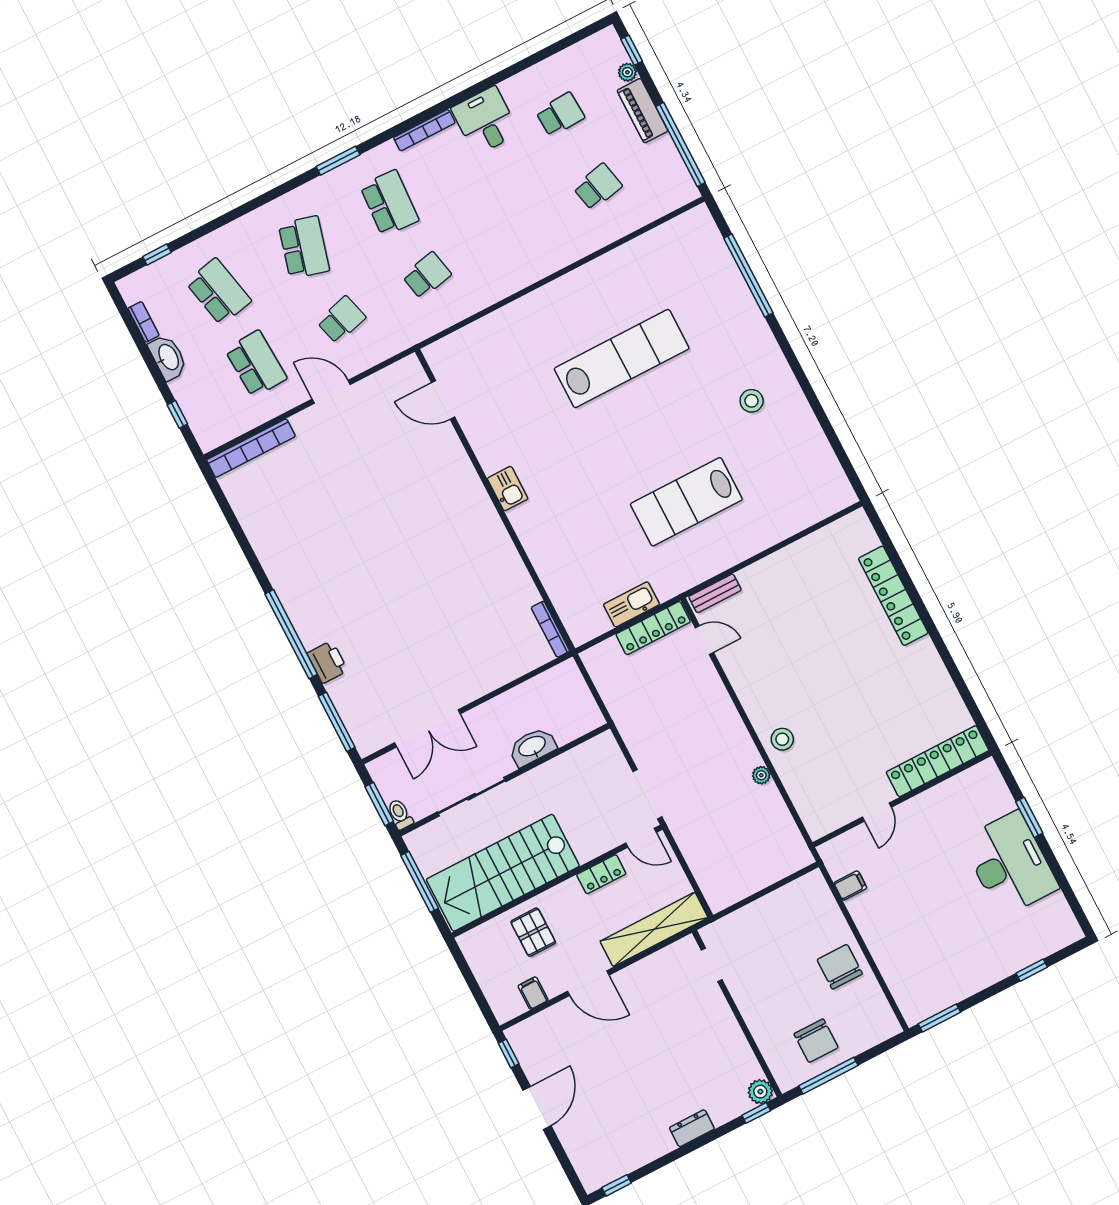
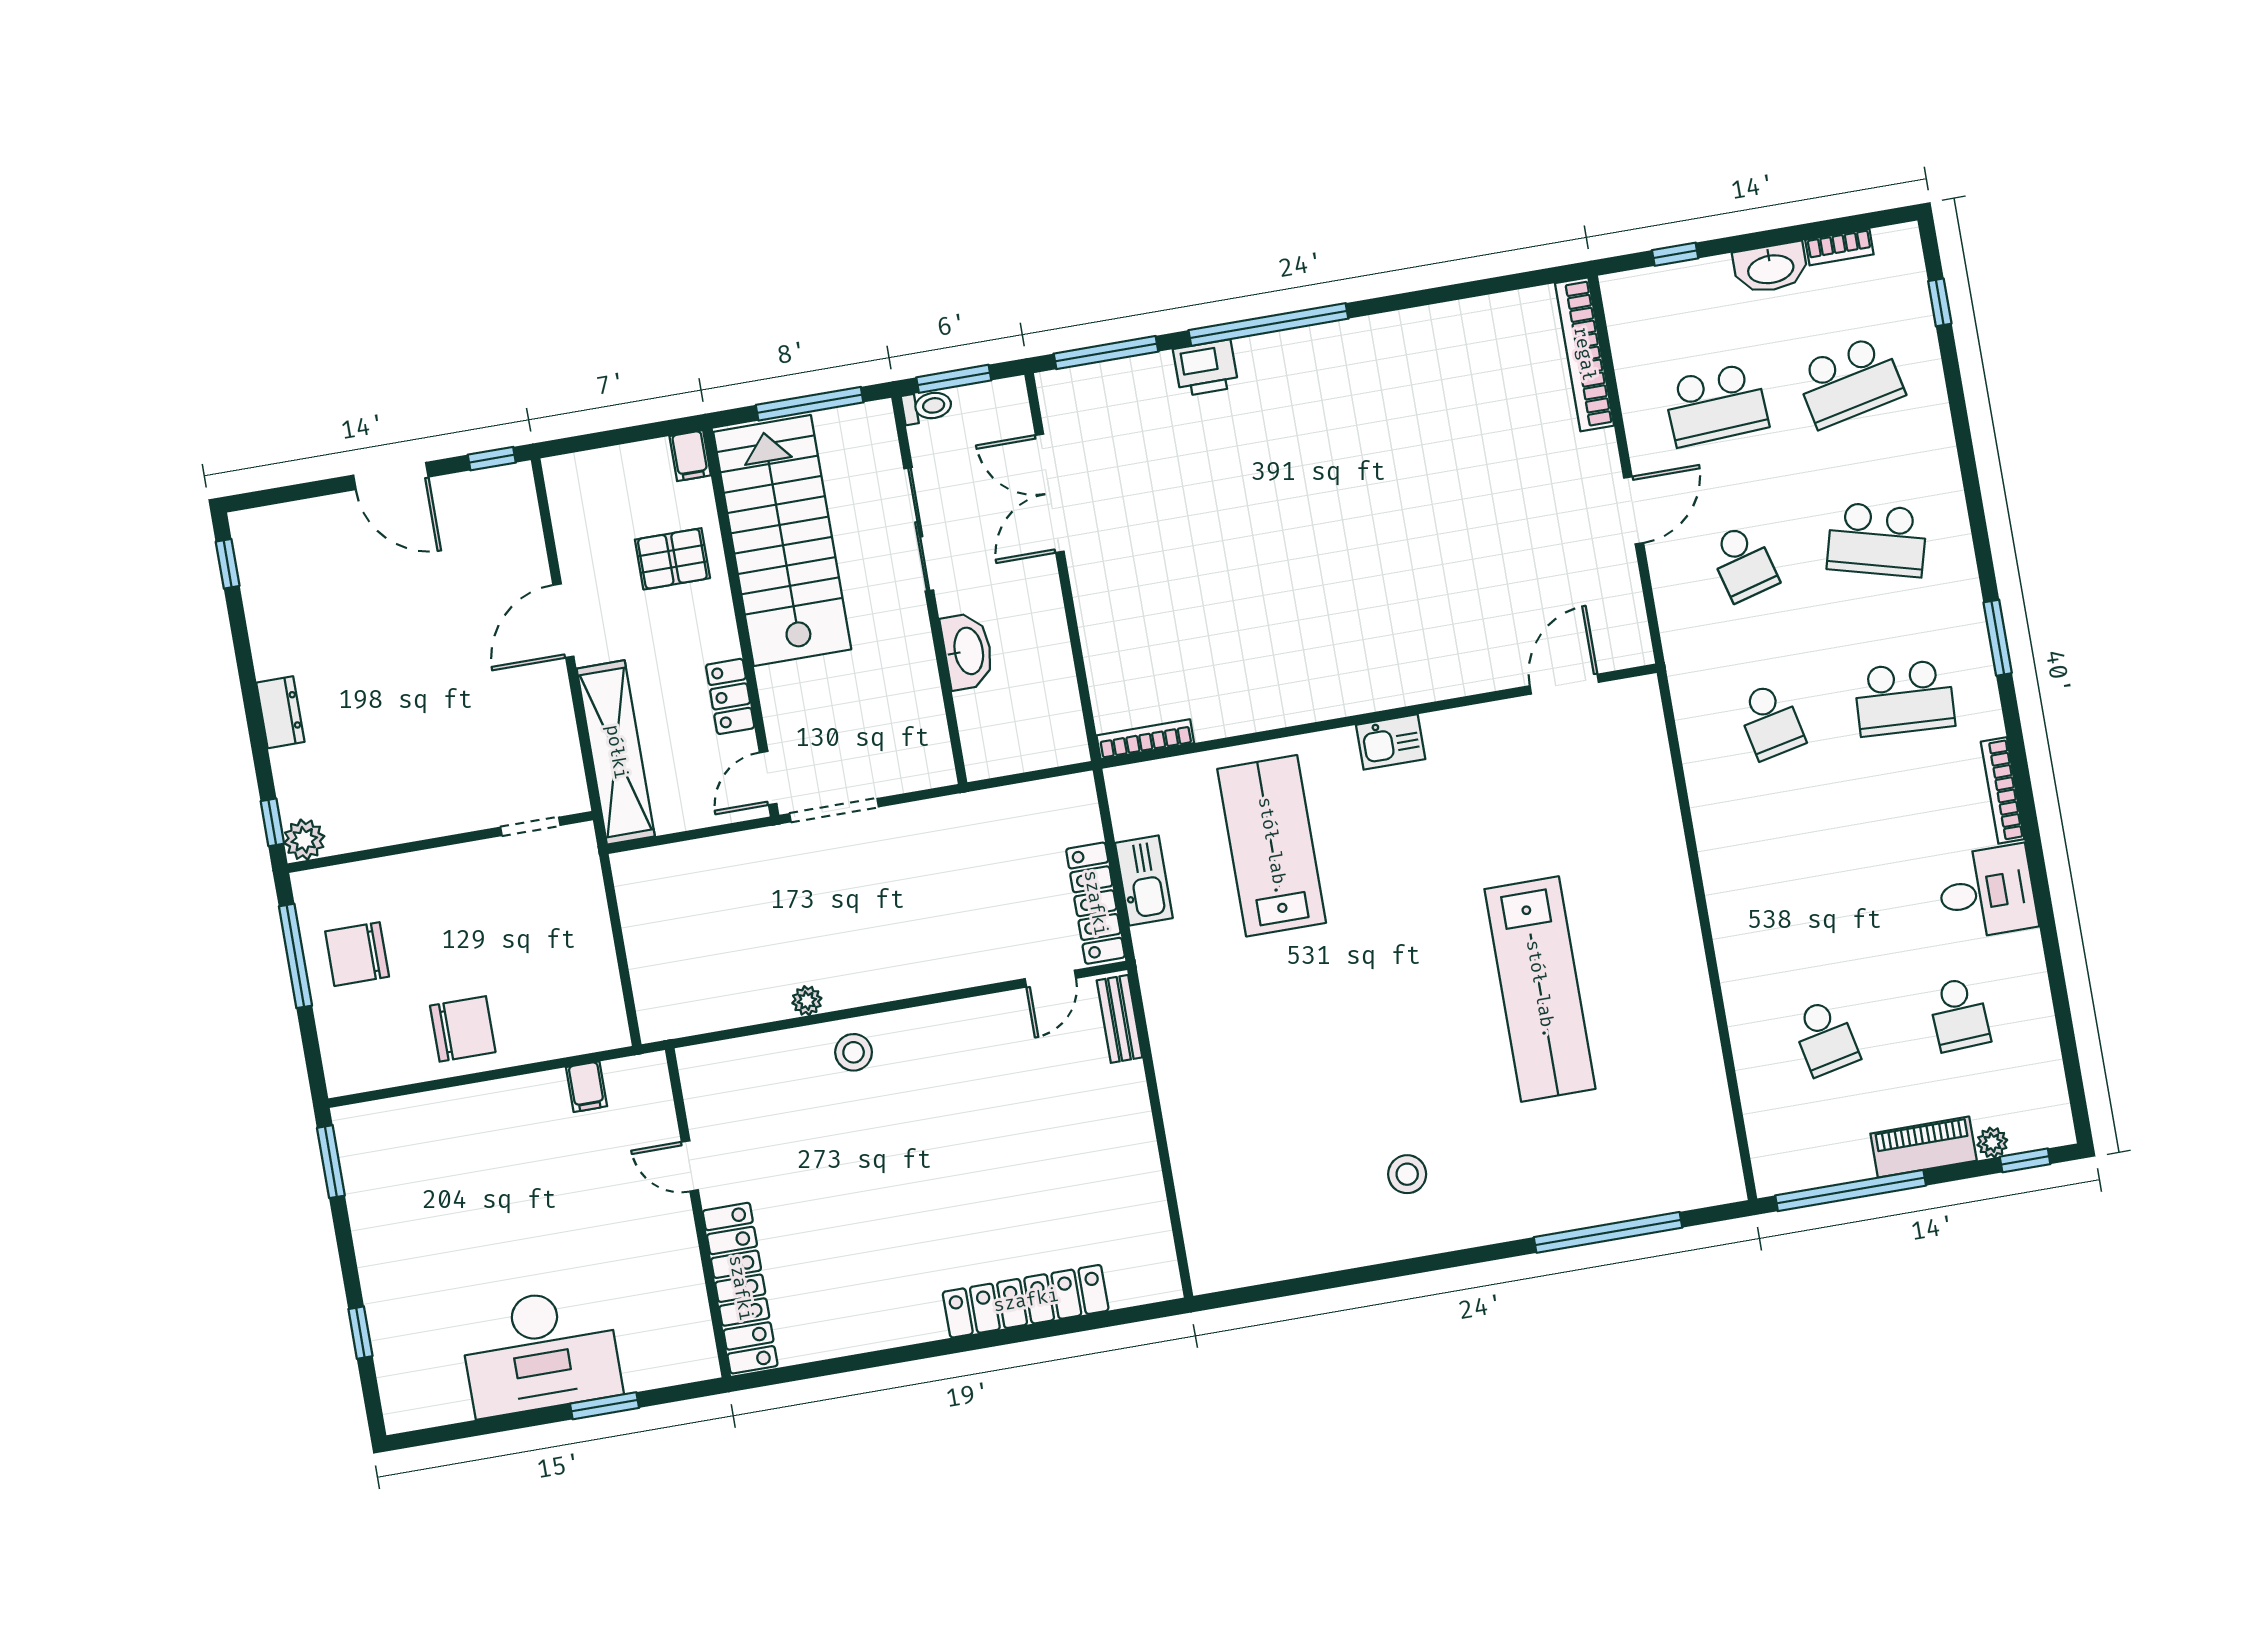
lab bench: (686, 502) -> (1272, 846), moved
filing cabinet: (533, 993) -> (690, 456), moved, turned 90

